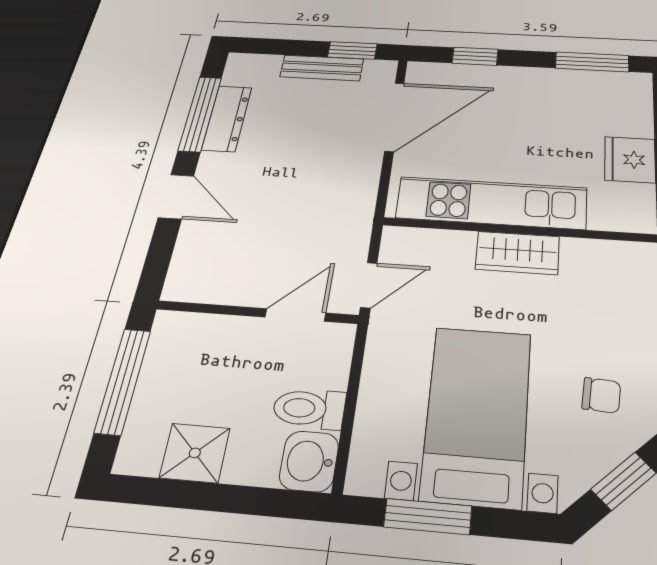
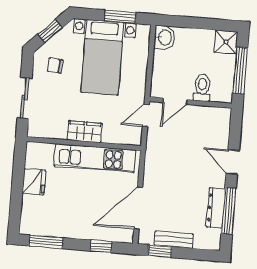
toilet: (309, 409) -> (202, 88), moved, turned -90
shower: (195, 453) -> (226, 42), moved

